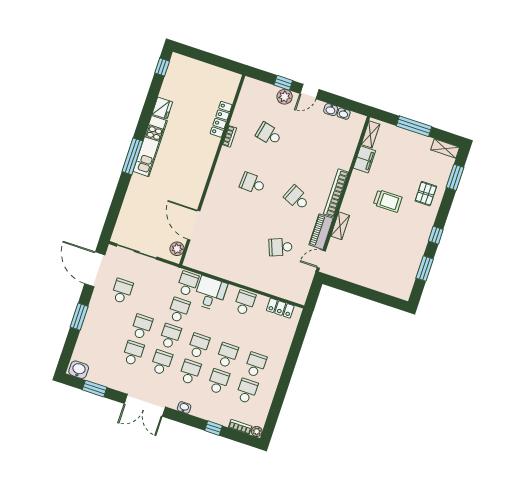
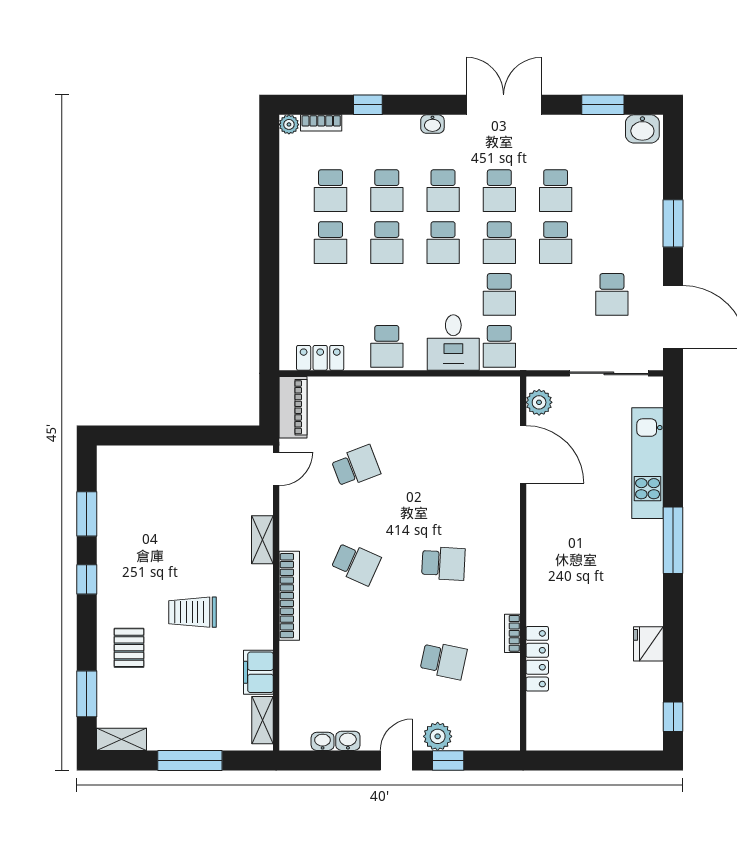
kitchen unit: (150, 146) -> (648, 463), moved
piano: (321, 232) -> (293, 407), moved

